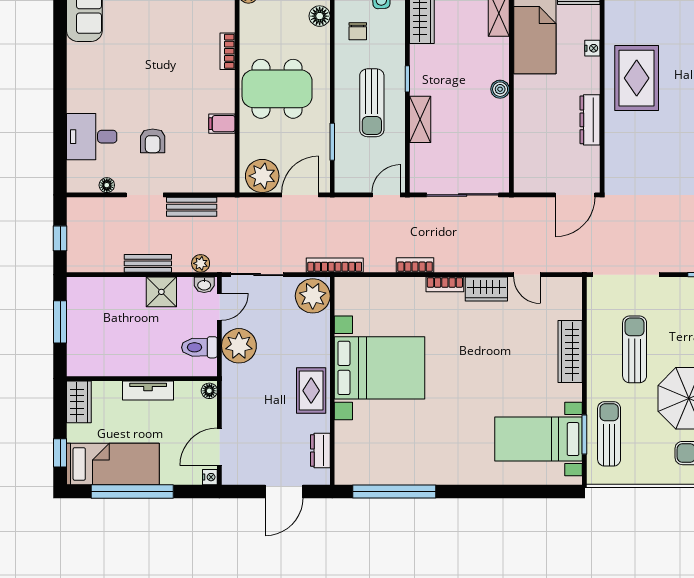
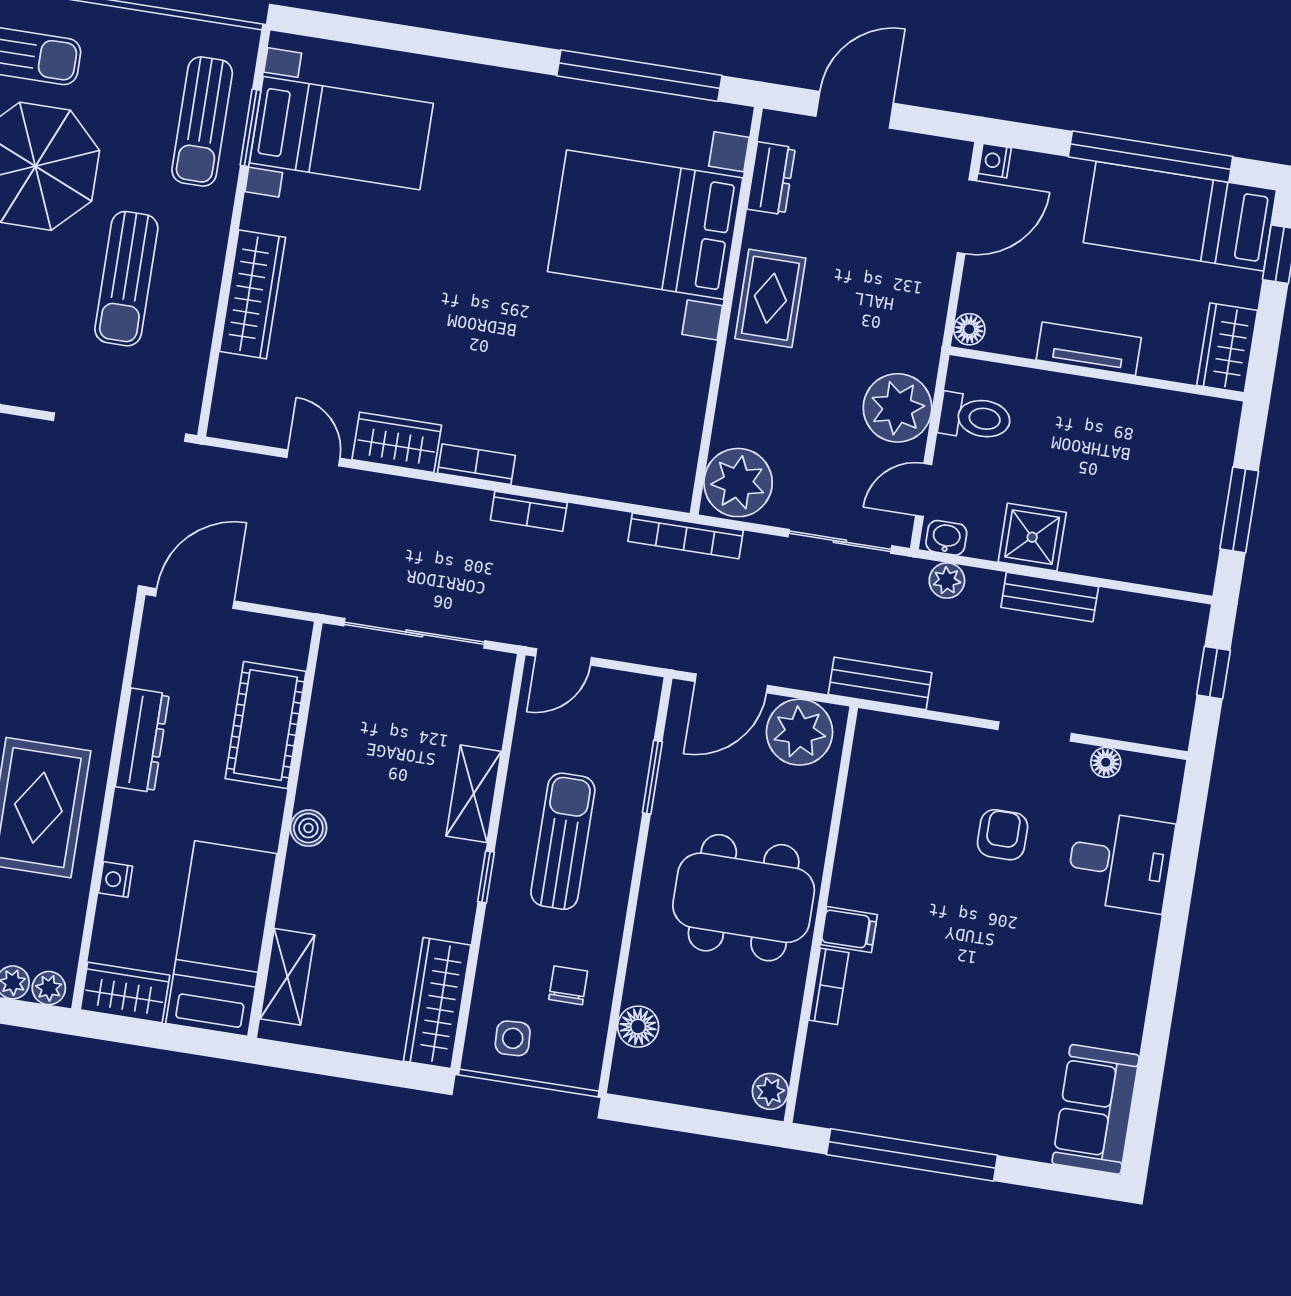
filing cabinet: (222, 124) -> (849, 930), moved
cot: (530, 137) -> (266, 725), added
bench: (192, 207) -> (880, 683), moved
bed with nightstands: (380, 368) -> (645, 225), moved

